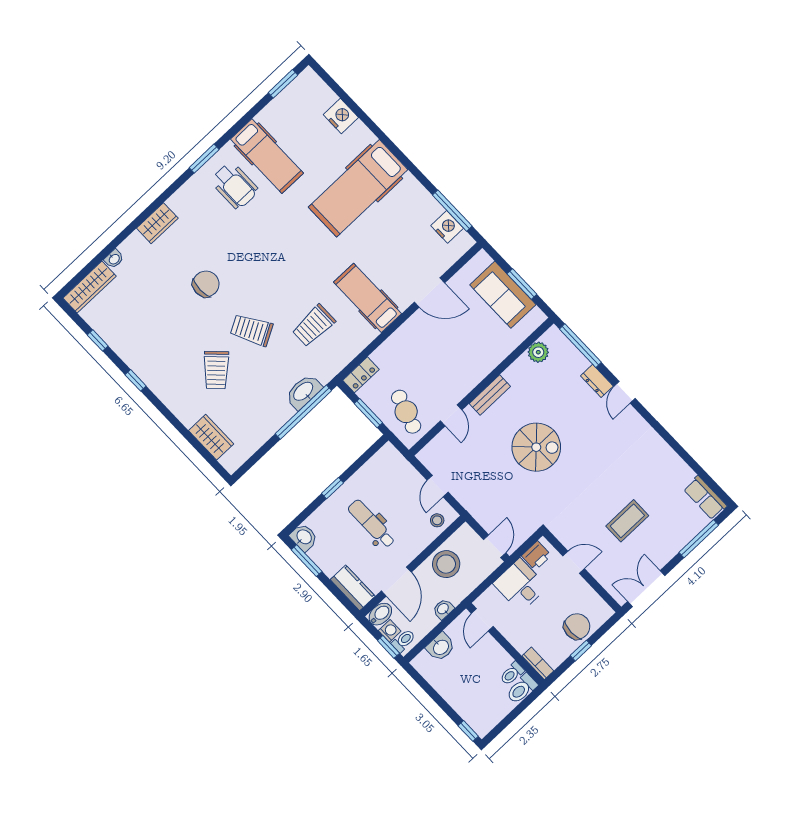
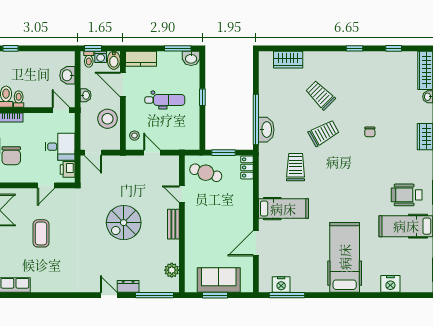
chair: (206, 284) -> (370, 132), width x0.54, depth x0.54

